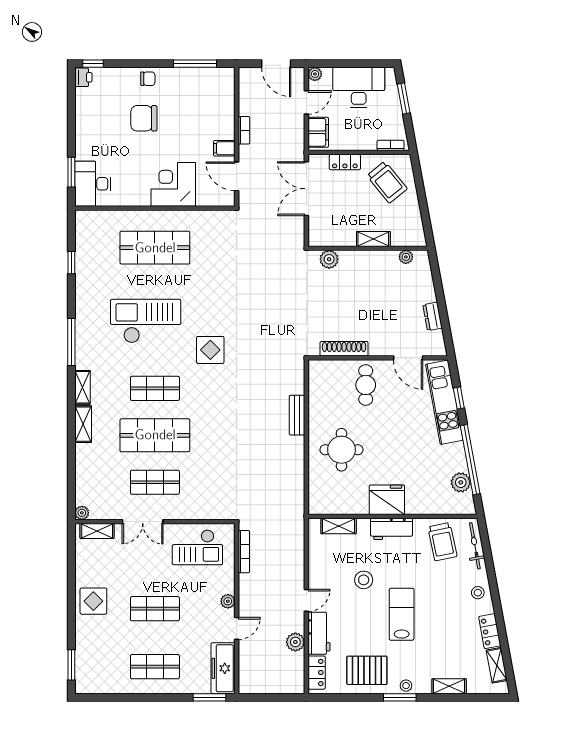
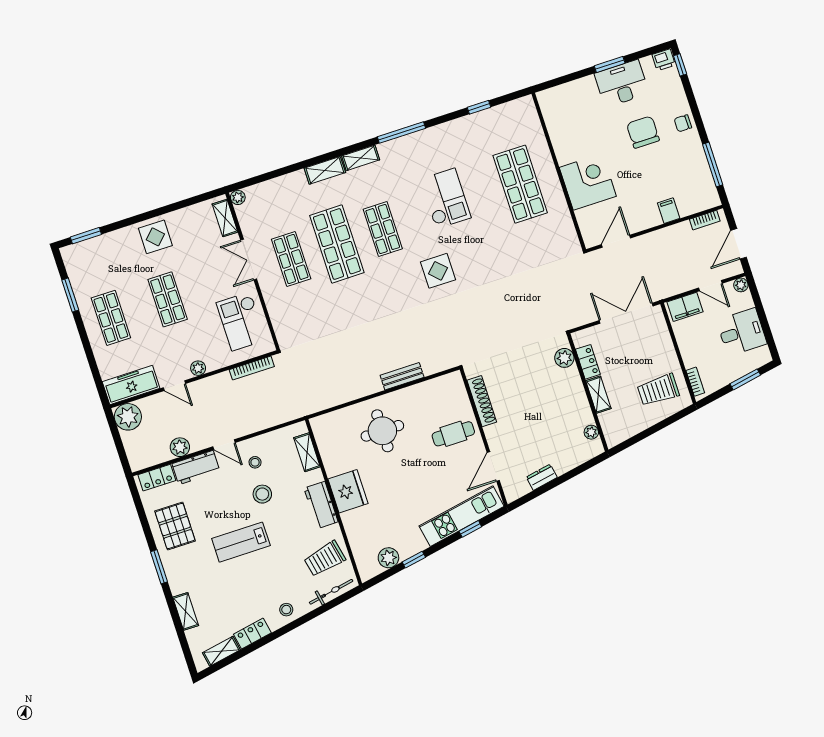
chair: (148, 79) -> (683, 123), turned 90
desk: (359, 87) -> (742, 332), width x0.73
bookcase: (244, 130) -> (705, 220), moved
filing cabinet: (224, 148) -> (669, 211), moved
locker: (345, 162) -> (588, 362), moved, turned 180
window: (71, 172) -> (610, 65), moved
trolley: (387, 182) -> (658, 390), turned 39
desk: (93, 184) -> (622, 84), moved
checkout: (146, 321) -> (445, 199), width x0.73, depth x0.83
window: (470, 460) -> (414, 560), width x0.32
lab bench: (402, 614) -> (241, 542), turned 180
plant: (252, 681) -> (128, 417), added
stool: (406, 686) -> (255, 462), moved
window: (210, 697) -> (70, 295), moved

